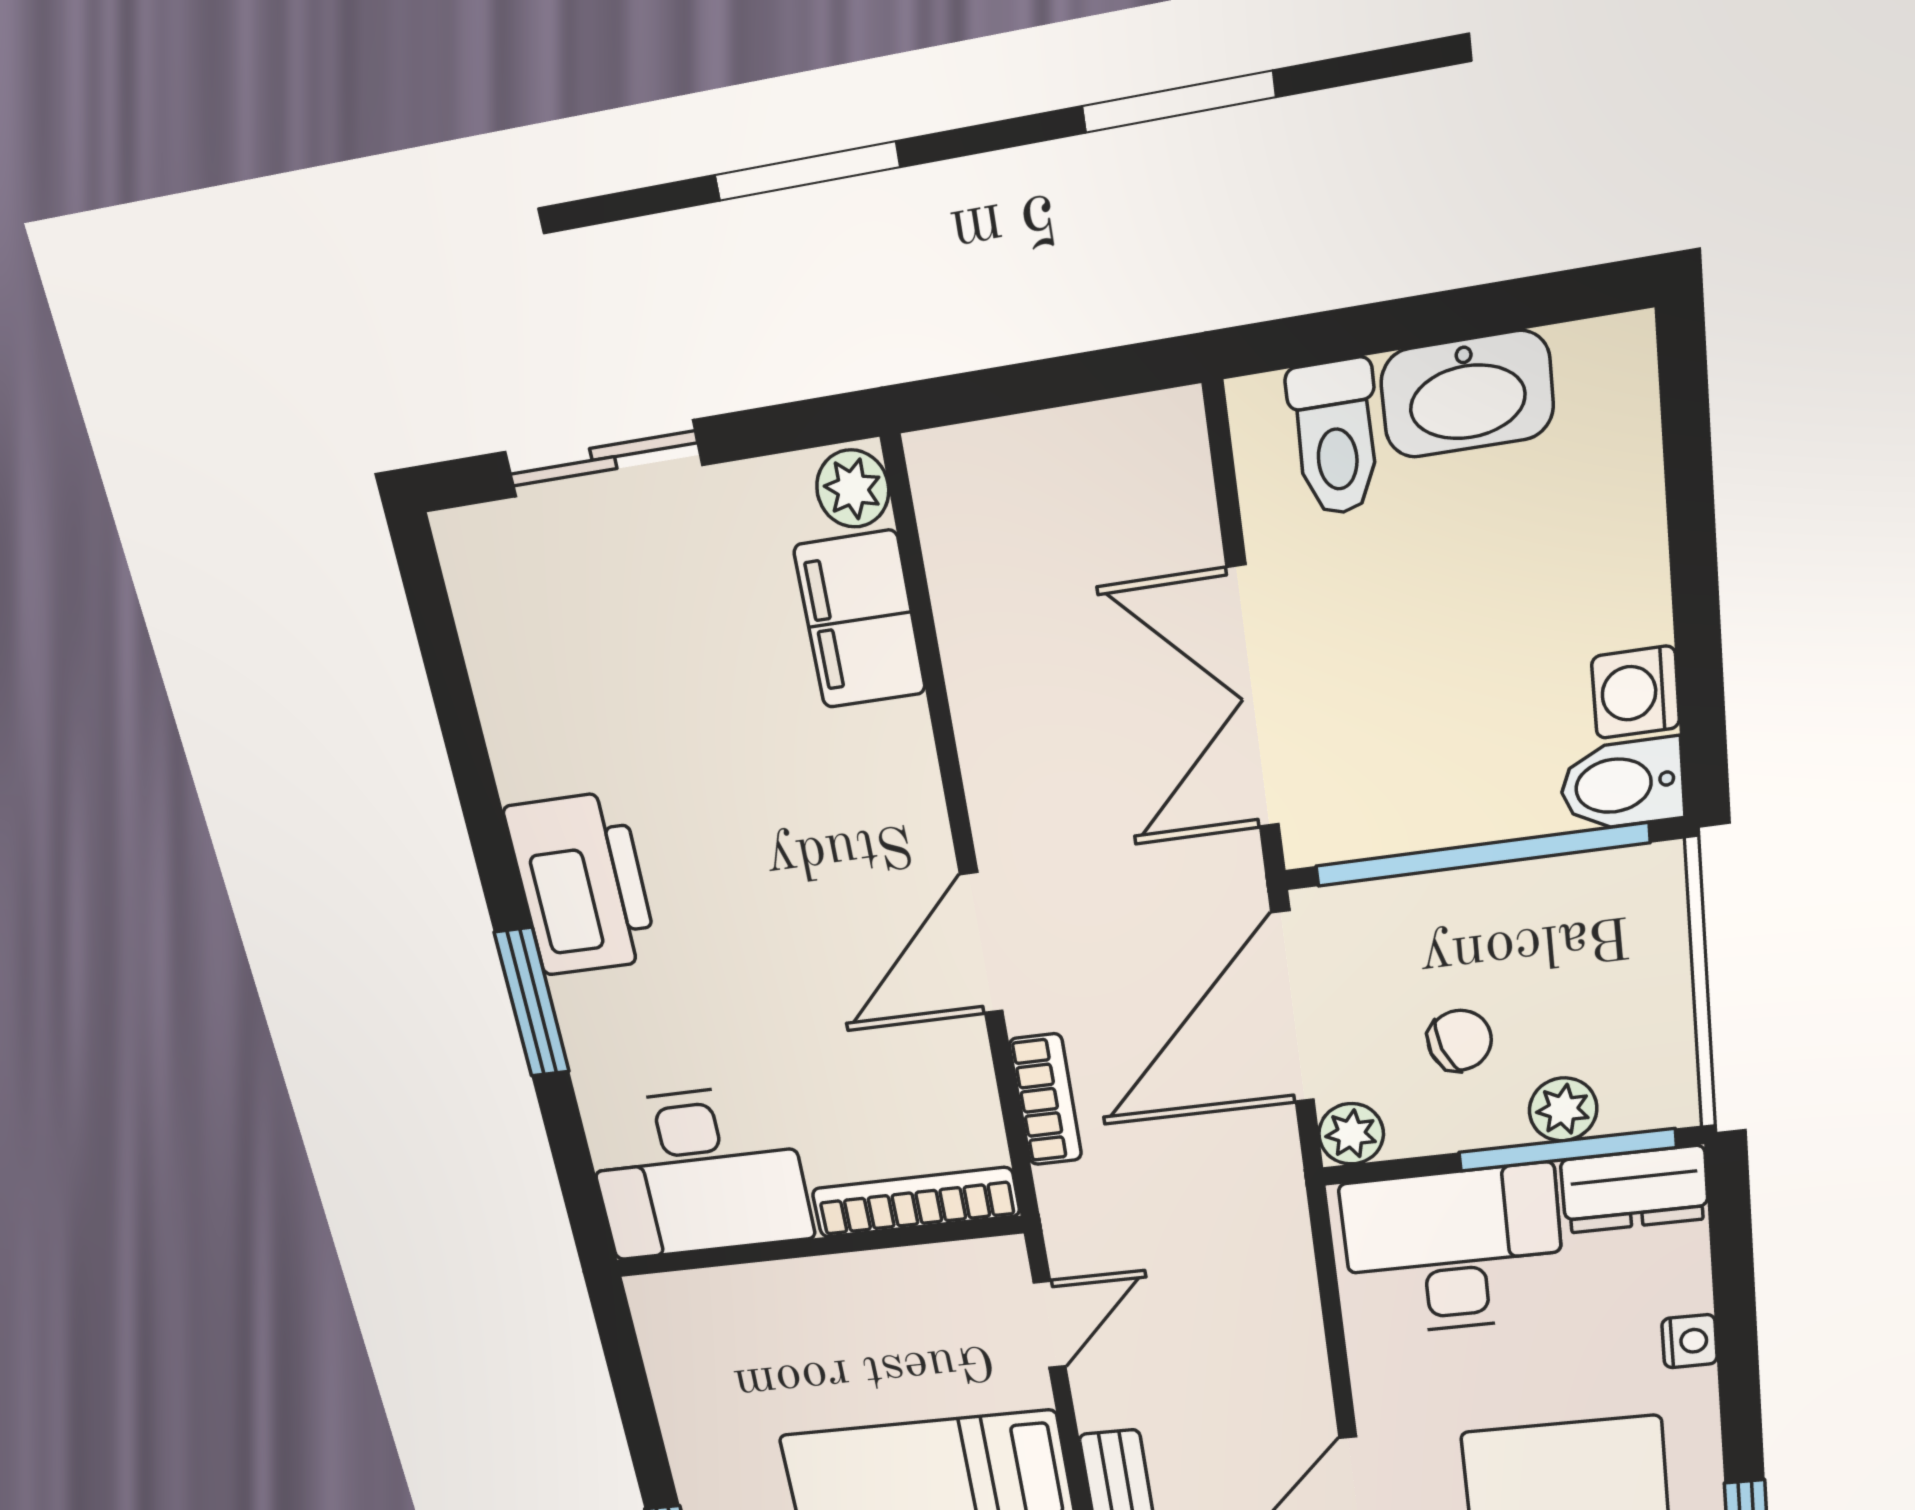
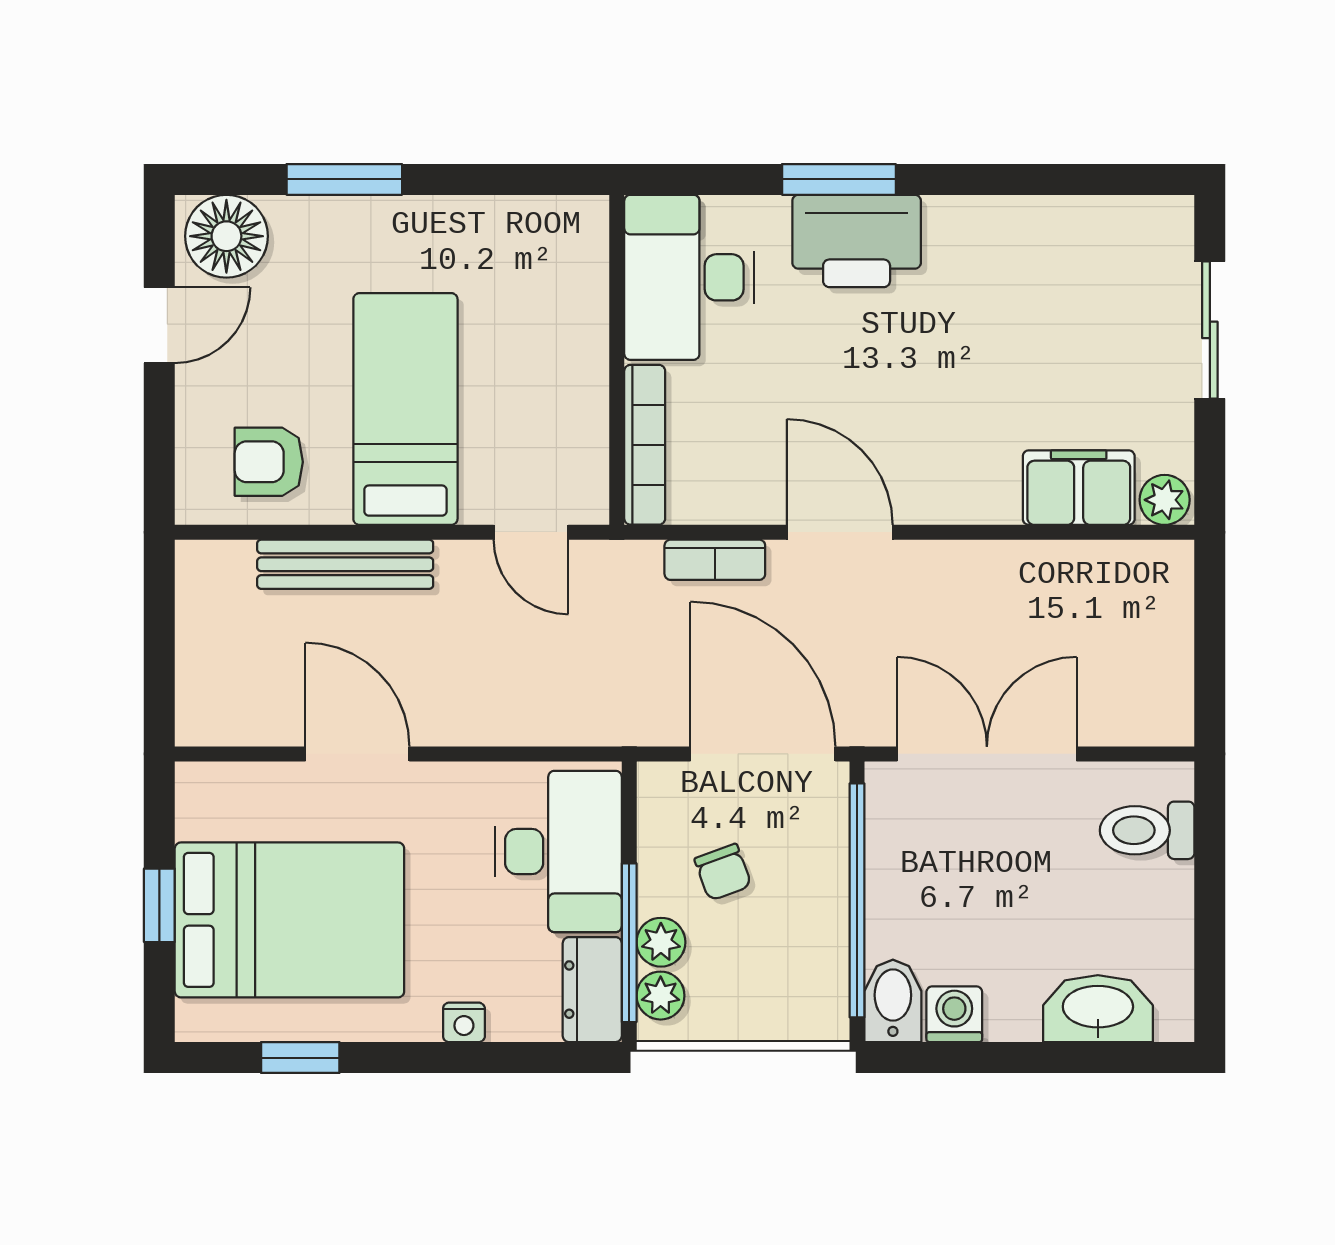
washbasin: (1467, 394) -> (1098, 1009), moved, turned 90
printer: (582, 884) -> (857, 241), moved
plant: (1351, 1134) -> (661, 996), moved

